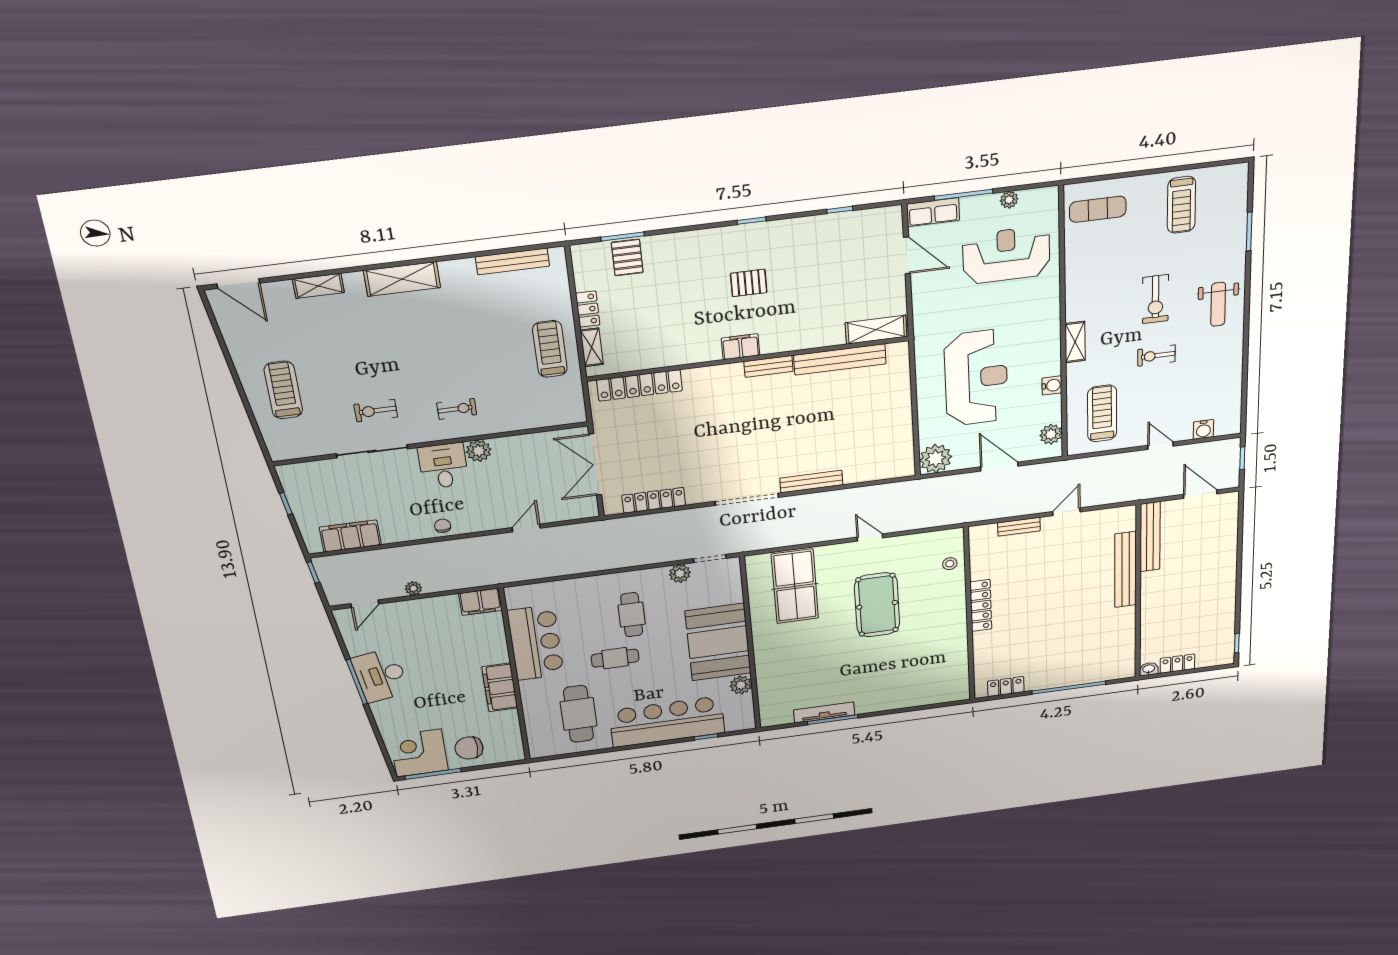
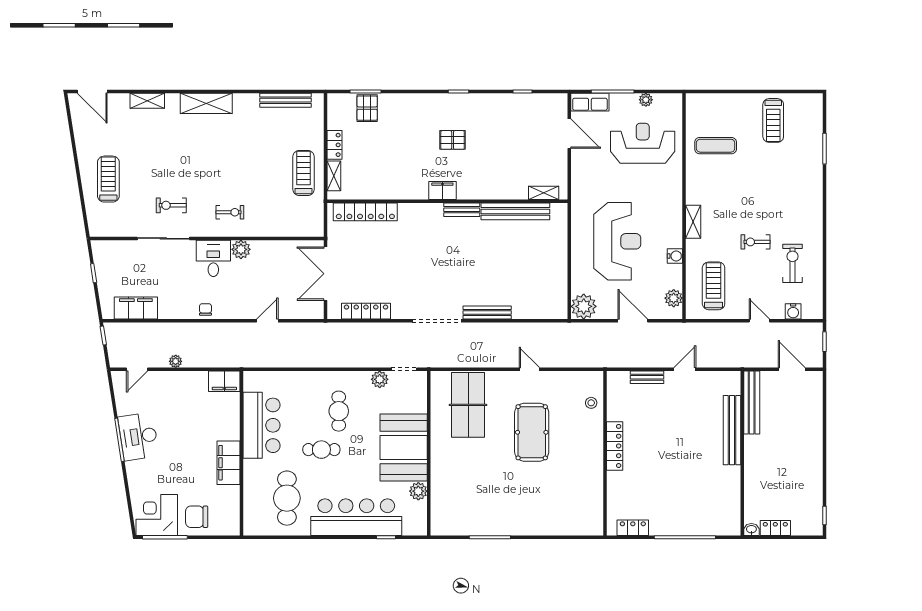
exercise mat: (1098, 209) -> (716, 146), moved
exercise bike: (1155, 299) -> (793, 263), moved, turned 180
weight bench: (1218, 304) -> (802, 205), removed
shelving: (876, 330) -> (544, 193), width x0.67, depth x0.75
tv unit: (824, 712) -> (483, 529), removed

